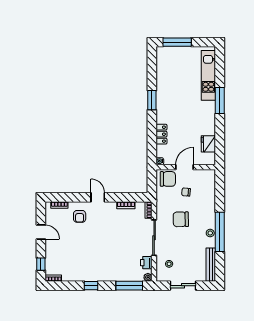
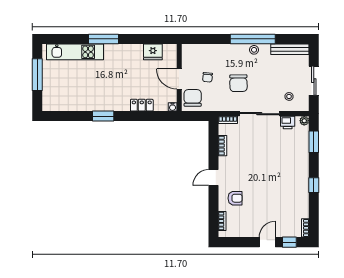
window: (177, 42) -> (37, 75), moved
door: (41, 232) -> (267, 242), moved
window: (129, 286) -> (314, 142), width x0.69

